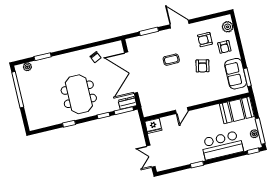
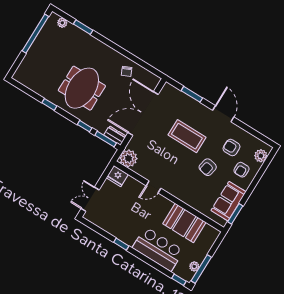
coffee table: (171, 60) -> (187, 136), width x1.86, depth x1.72
plant: (149, 108) -> (128, 158), added
booth: (237, 110) -> (184, 223), moved

